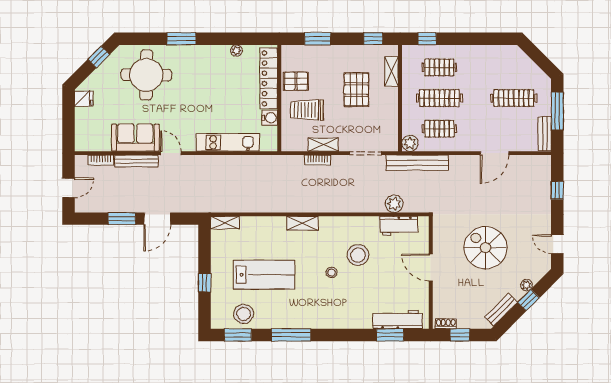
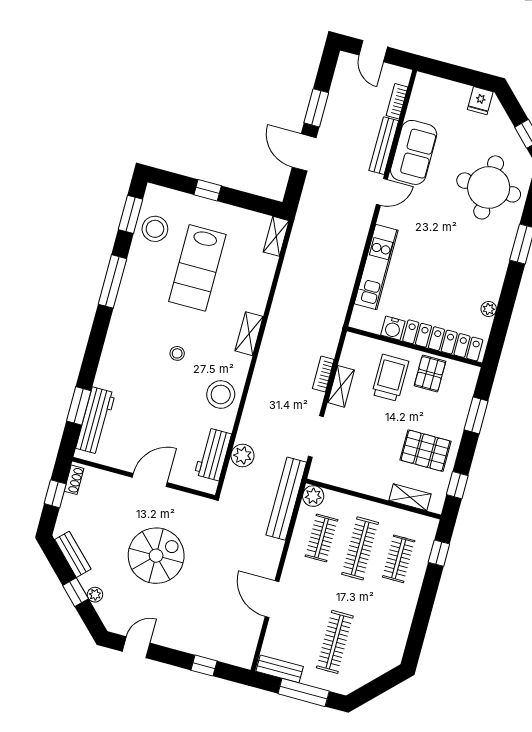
pallet: (356, 90) -> (425, 451), moved
stool: (358, 255) -> (221, 394), moved

